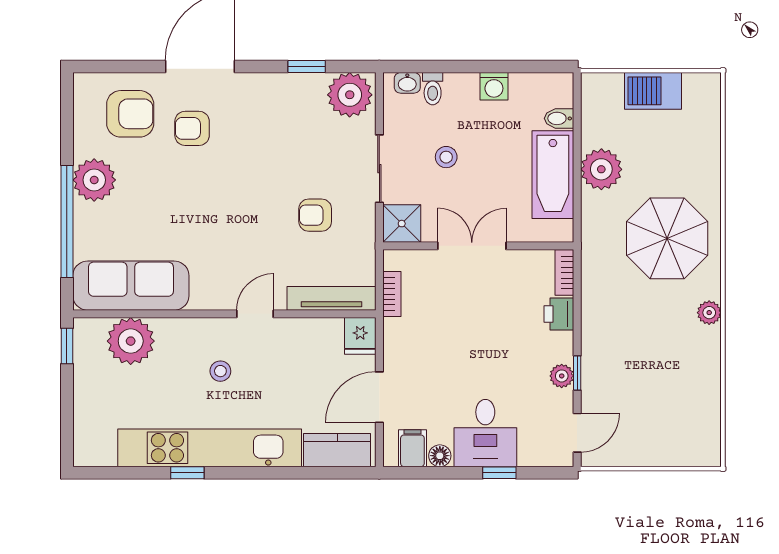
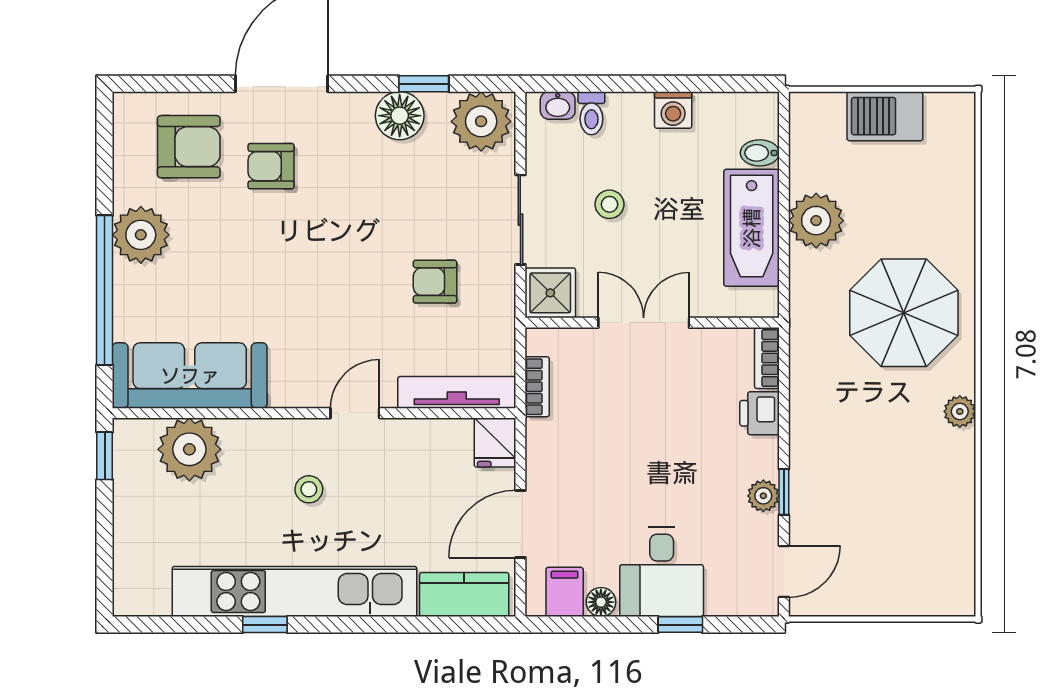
floor lamp: (289, 91) -> (400, 116), added

